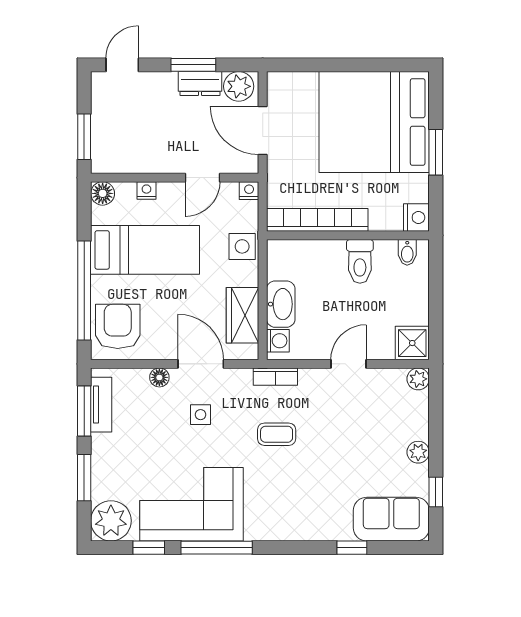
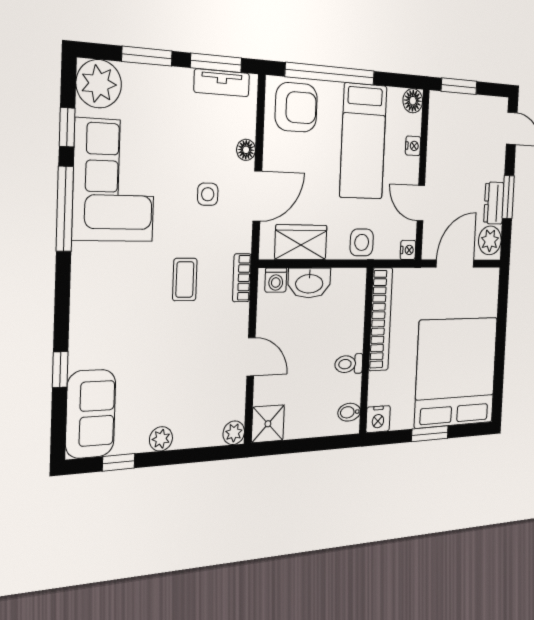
toilet: (360, 261) -> (349, 364), width x0.73, depth x0.72

